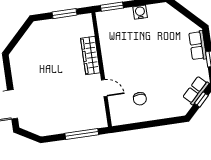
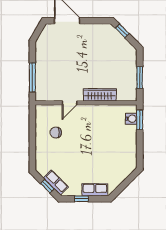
water cooler: (140, 12) -> (131, 119), moved
window: (15, 41) -> (122, 31), added

